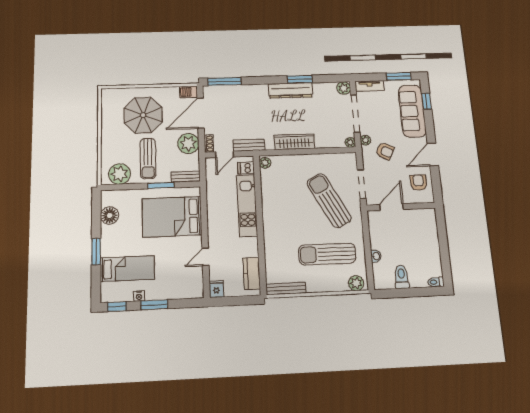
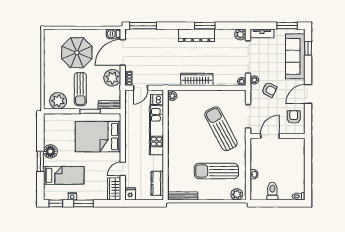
bench: (249, 145) -> (160, 81), removed
floor lamp: (110, 215) -> (50, 151), moved
wardrobe: (195, 284) -> (114, 189), added

